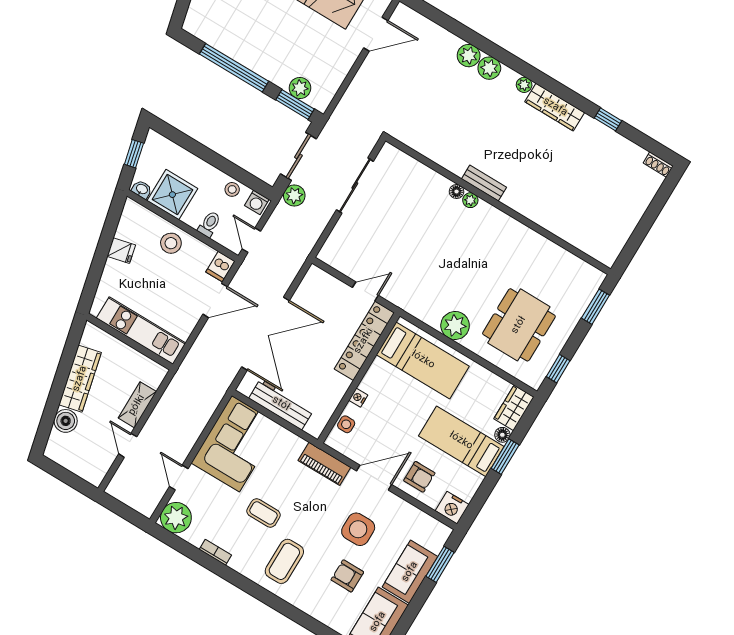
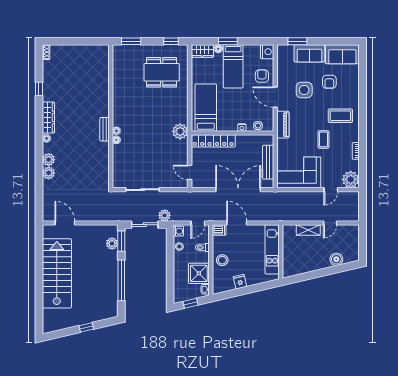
door: (365, 291) -> (190, 172), moved
plant: (455, 326) -> (180, 131), moved
wardrobe: (80, 379) -> (312, 264), removed

